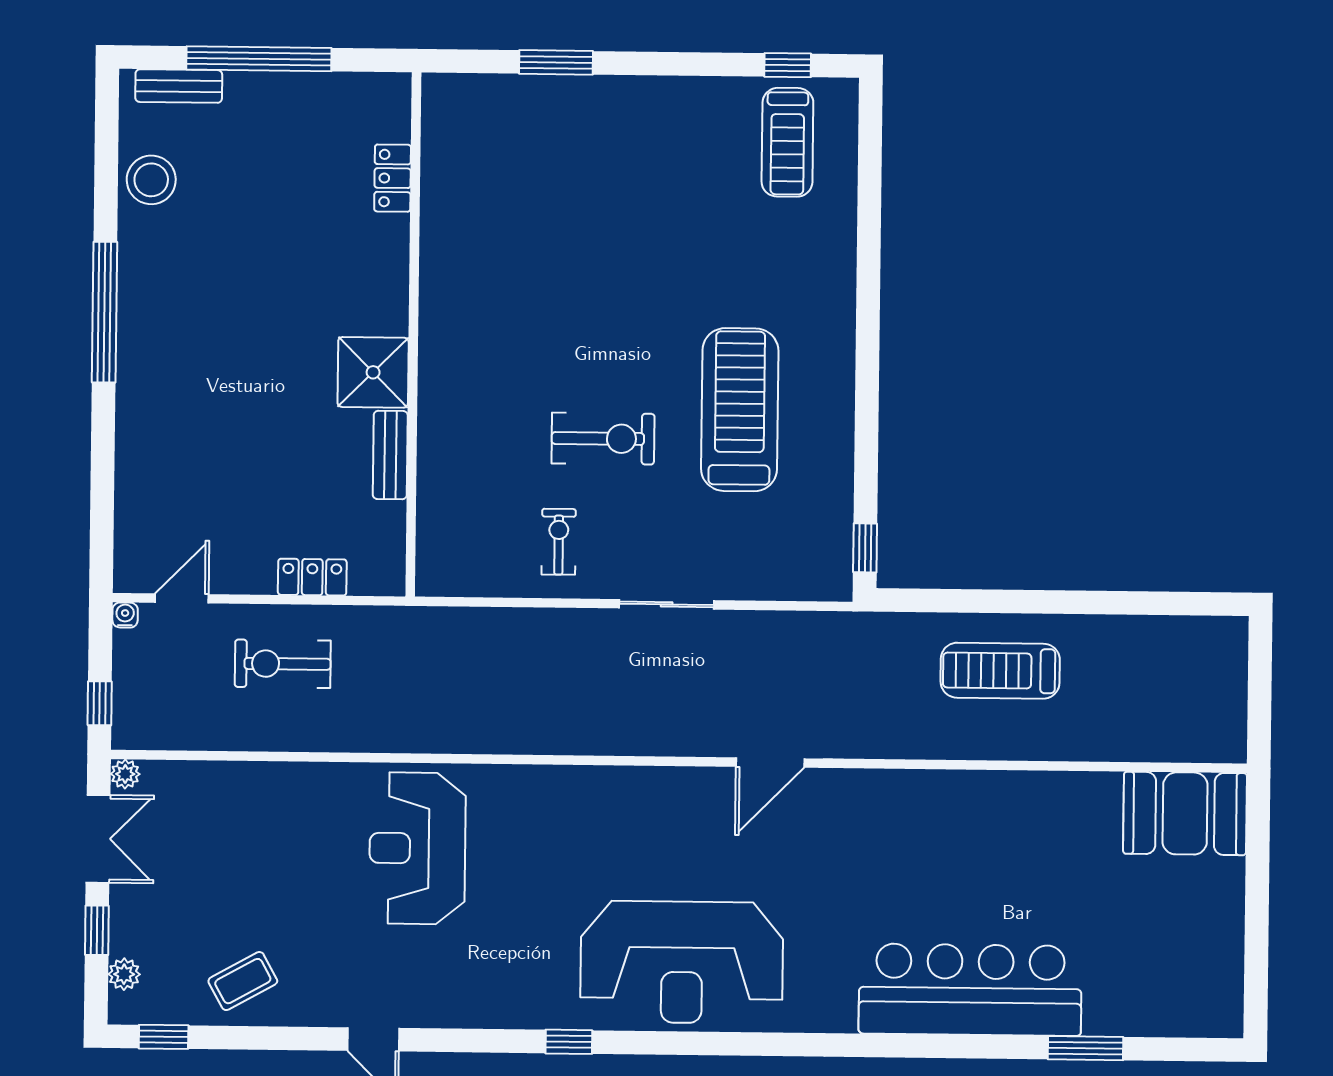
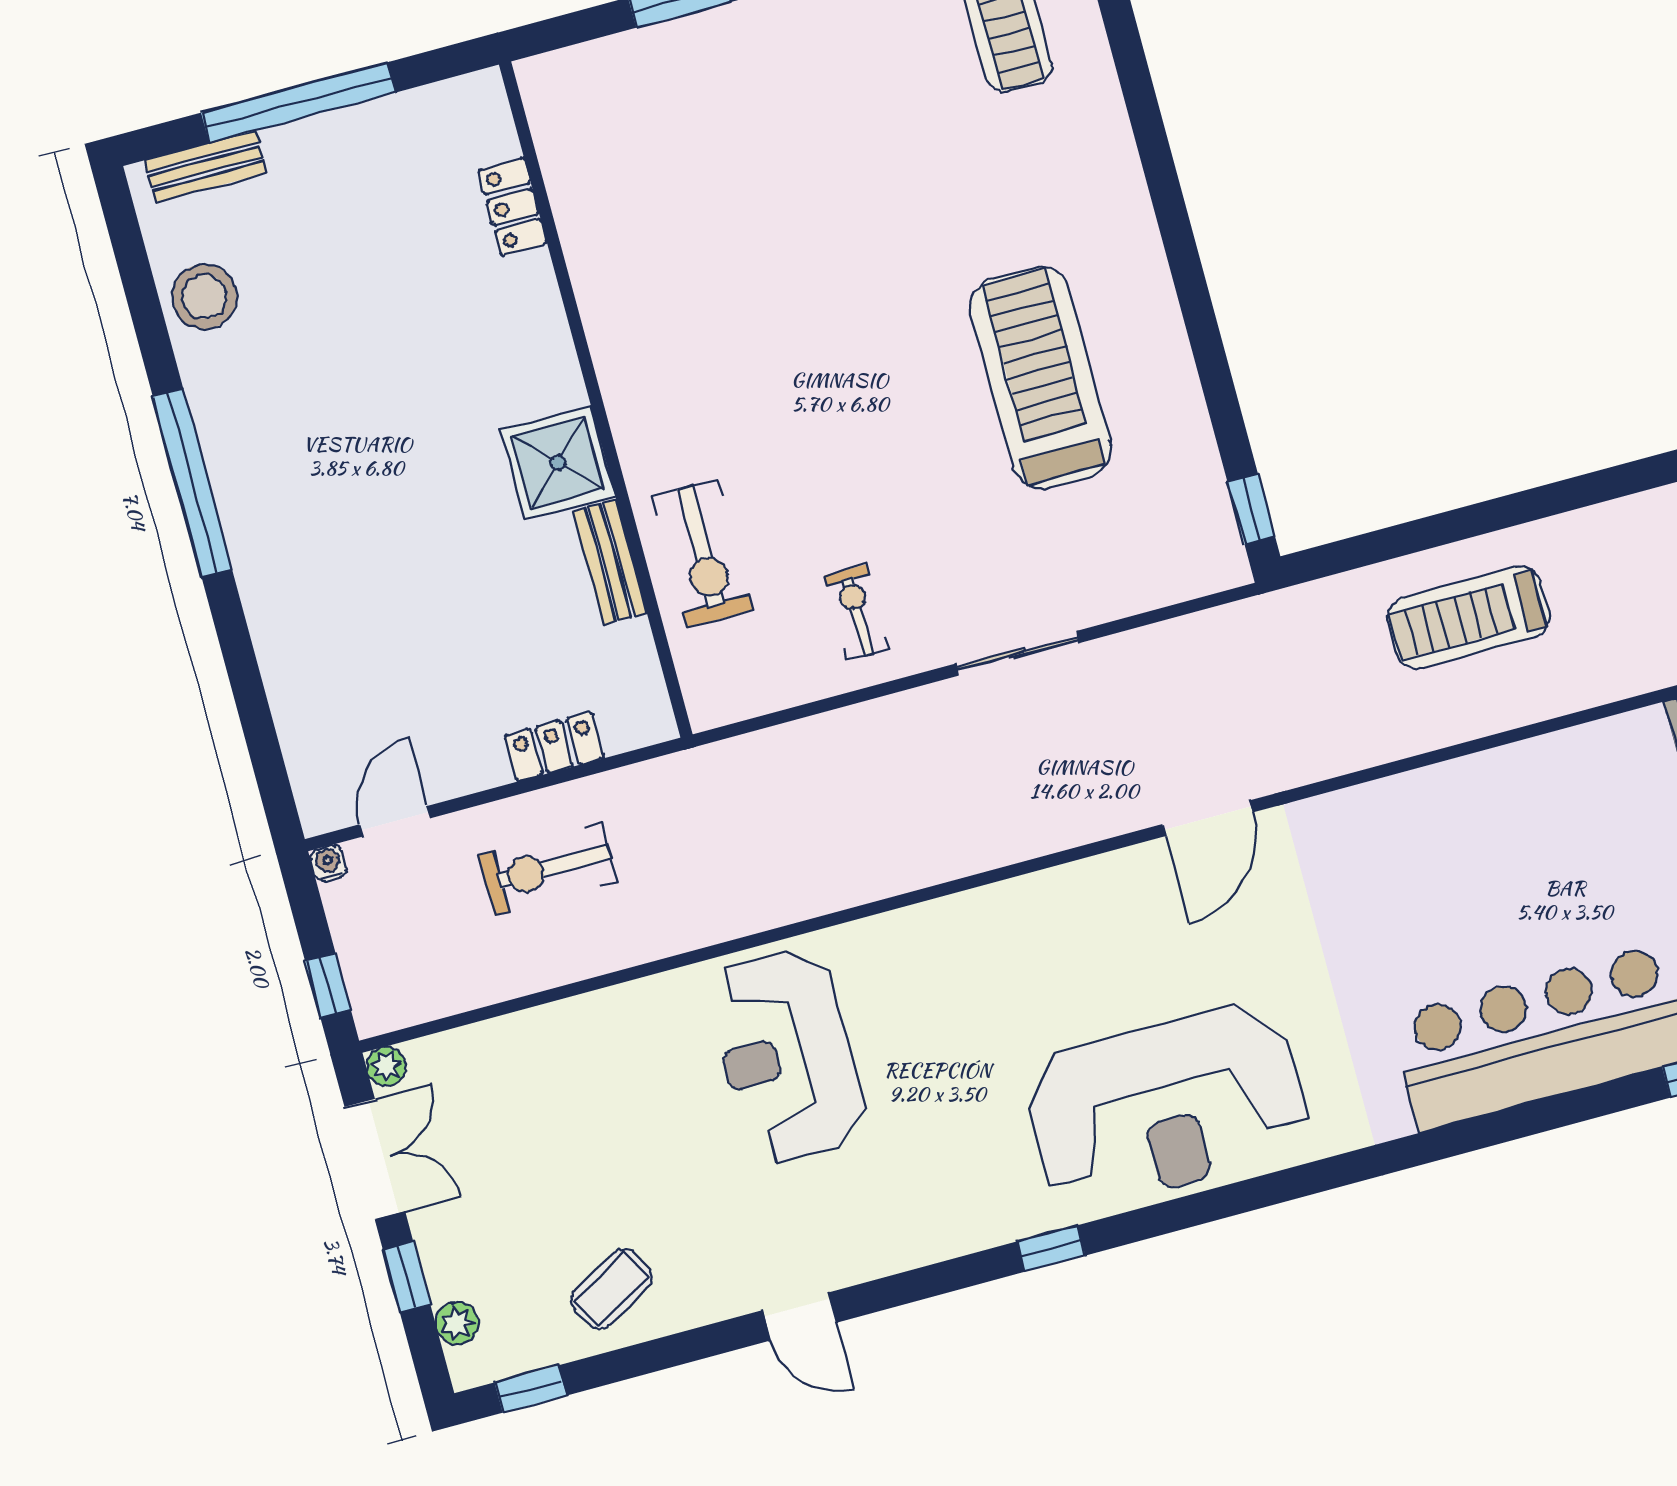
exercise bike: (603, 439) -> (703, 553), moved, turned 90

